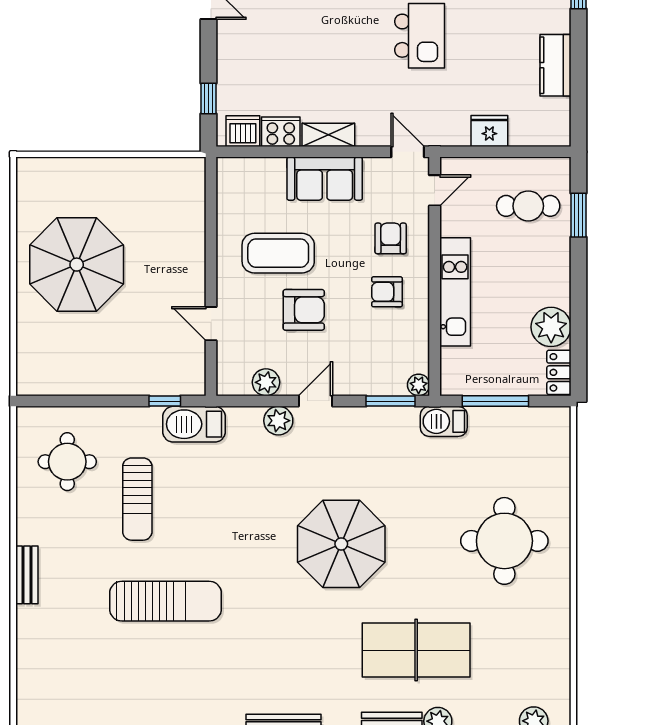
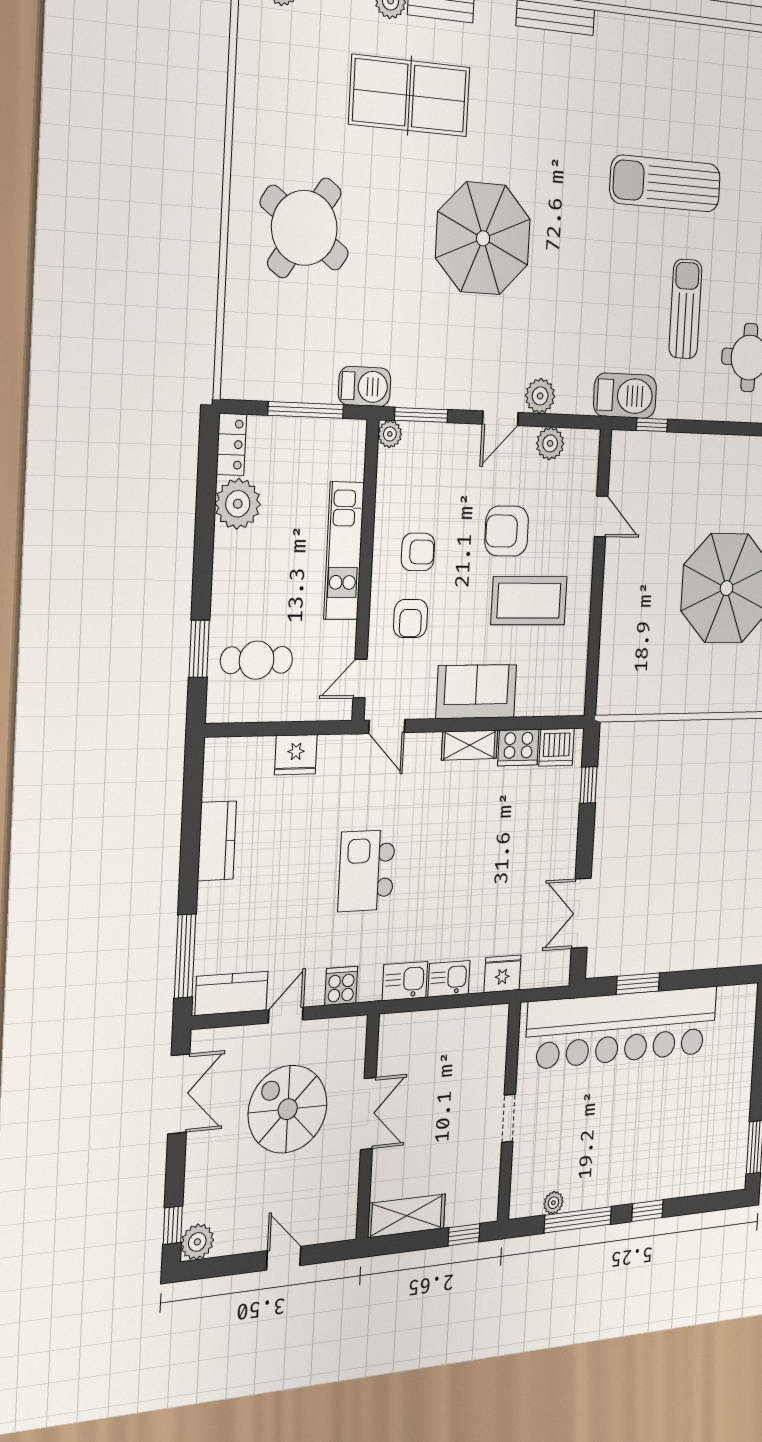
round table: (504, 541) -> (304, 228), turned 34

